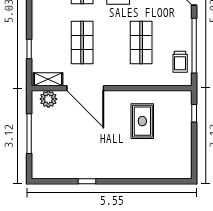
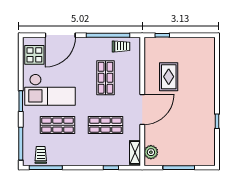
shop shelf: (141, 42) -> (105, 78), turned 90
door: (85, 88) -> (142, 109), moved
rug: (142, 121) -> (169, 77), turned 90

